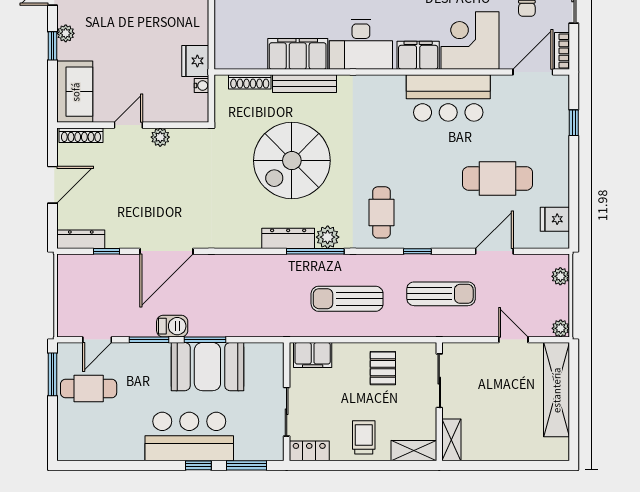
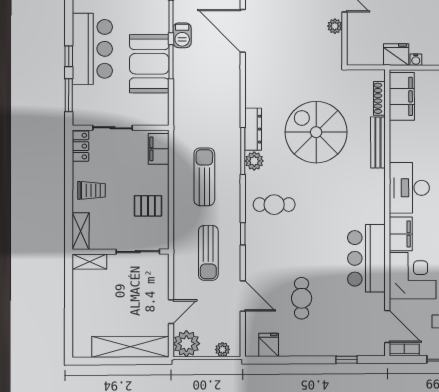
filing cabinet: (298, 54) -> (402, 96), moved
water cooler: (202, 85) -> (416, 60), moved
cafe table: (498, 178) -> (302, 298), width x0.73, depth x0.74
plant: (561, 328) -> (186, 344), width x1.88, depth x1.88

